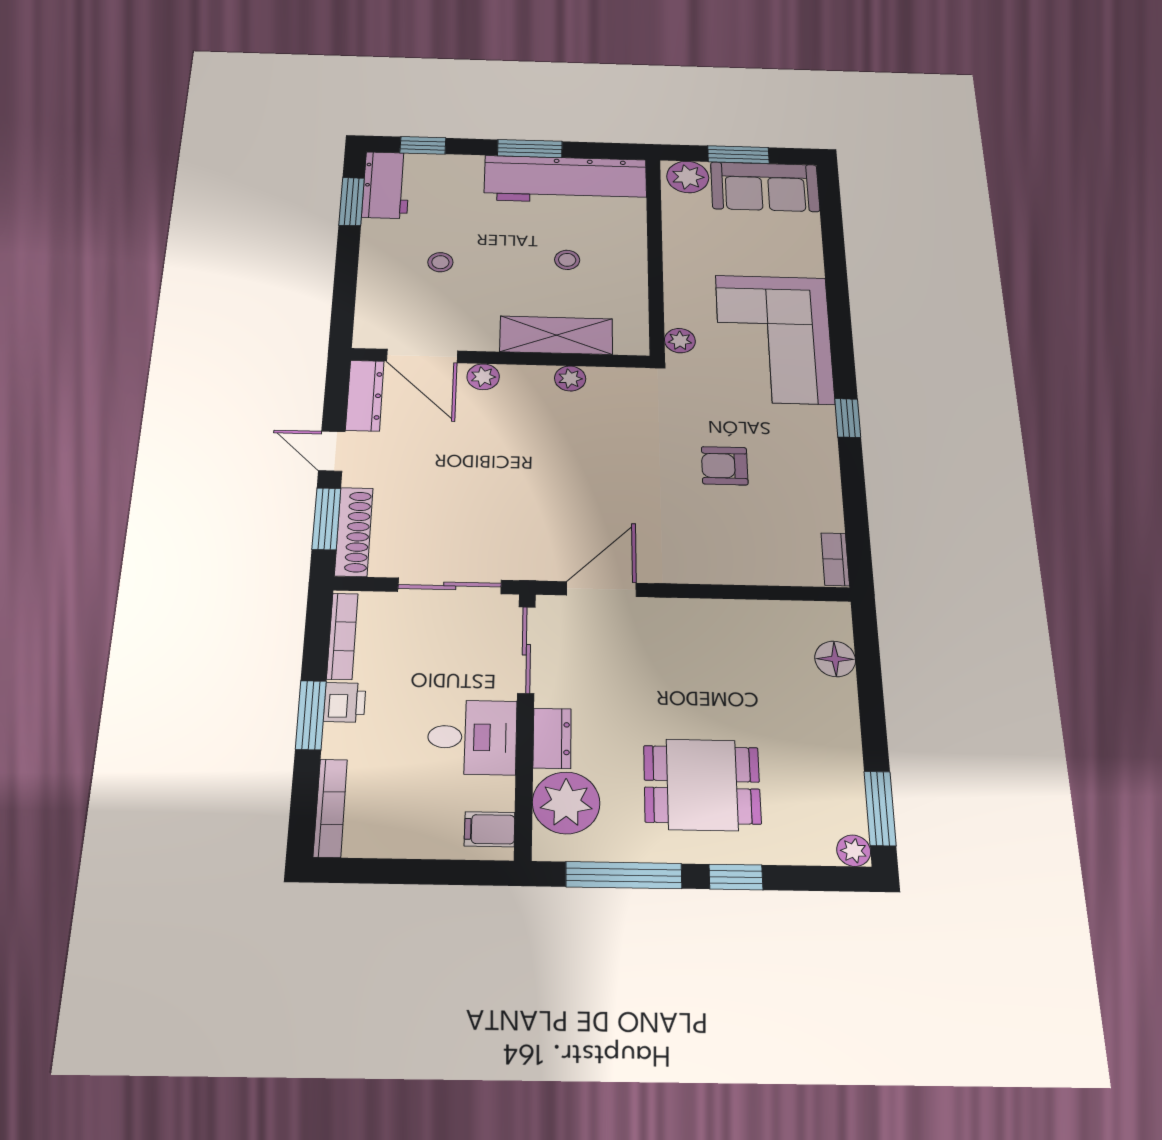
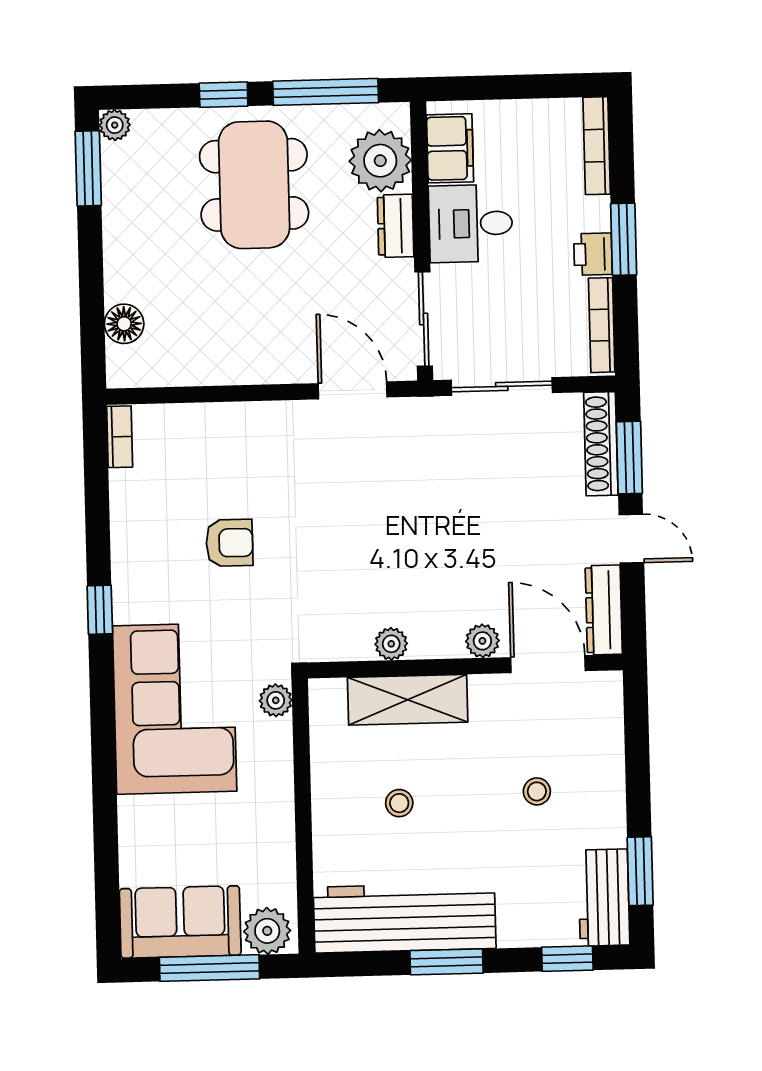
window: (738, 155) -> (209, 968), width x1.44
door: (601, 589) -> (353, 390), swing flipped
dining table: (702, 785) -> (254, 185), width x1.38
filing cabinet: (490, 829) -> (450, 148), width x2.00

